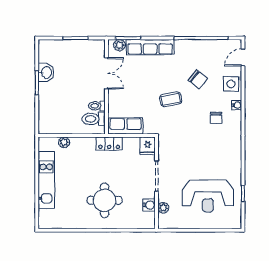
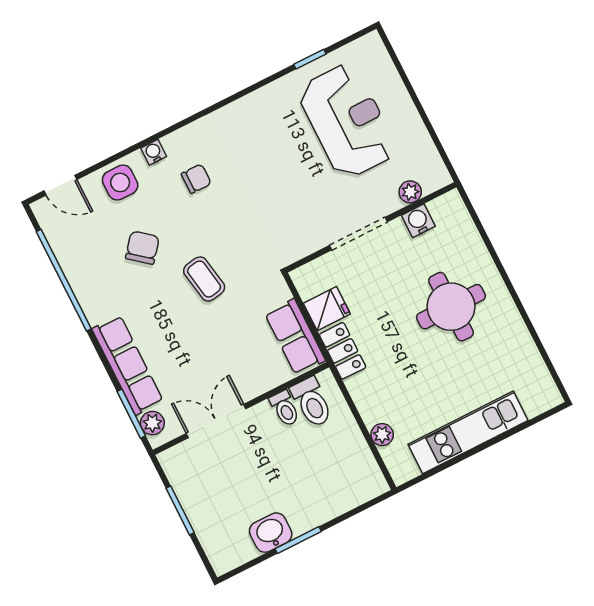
fridge: (148, 146) -> (327, 309), moved

